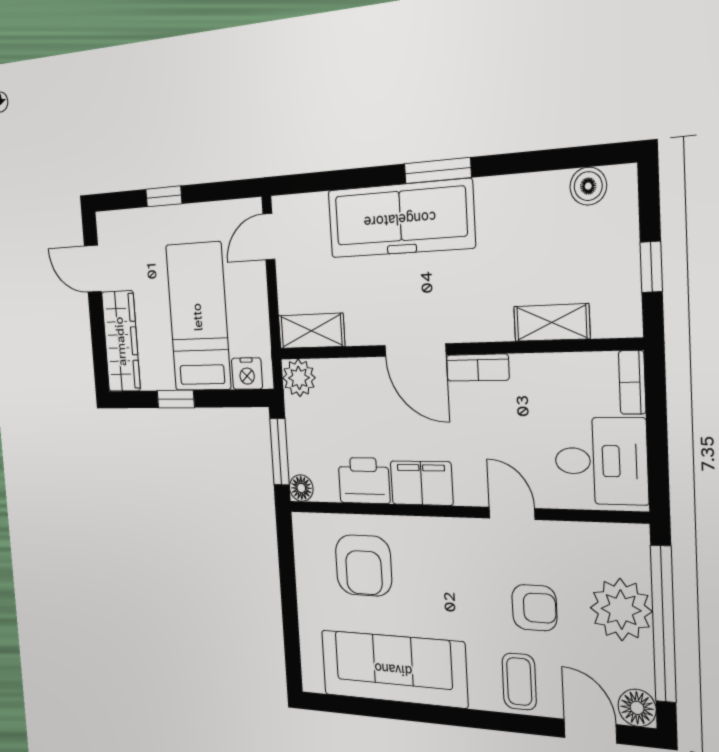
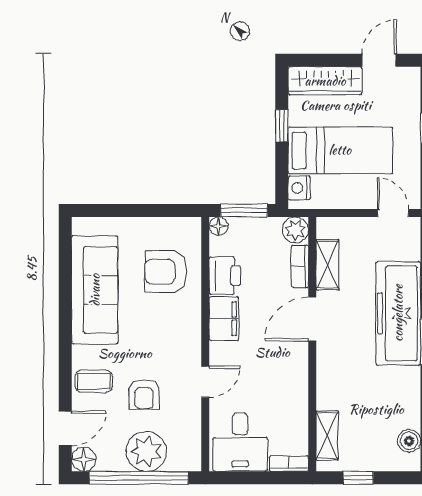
shelving: (552, 323) -> (327, 436), moved
shelving: (311, 331) -> (327, 265), moved
bookcase: (478, 368) -> (300, 266), moved

